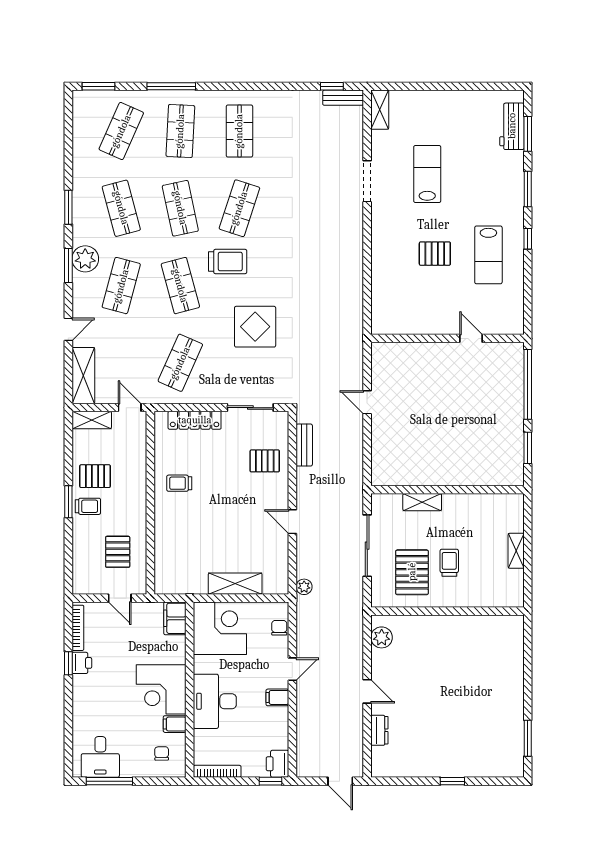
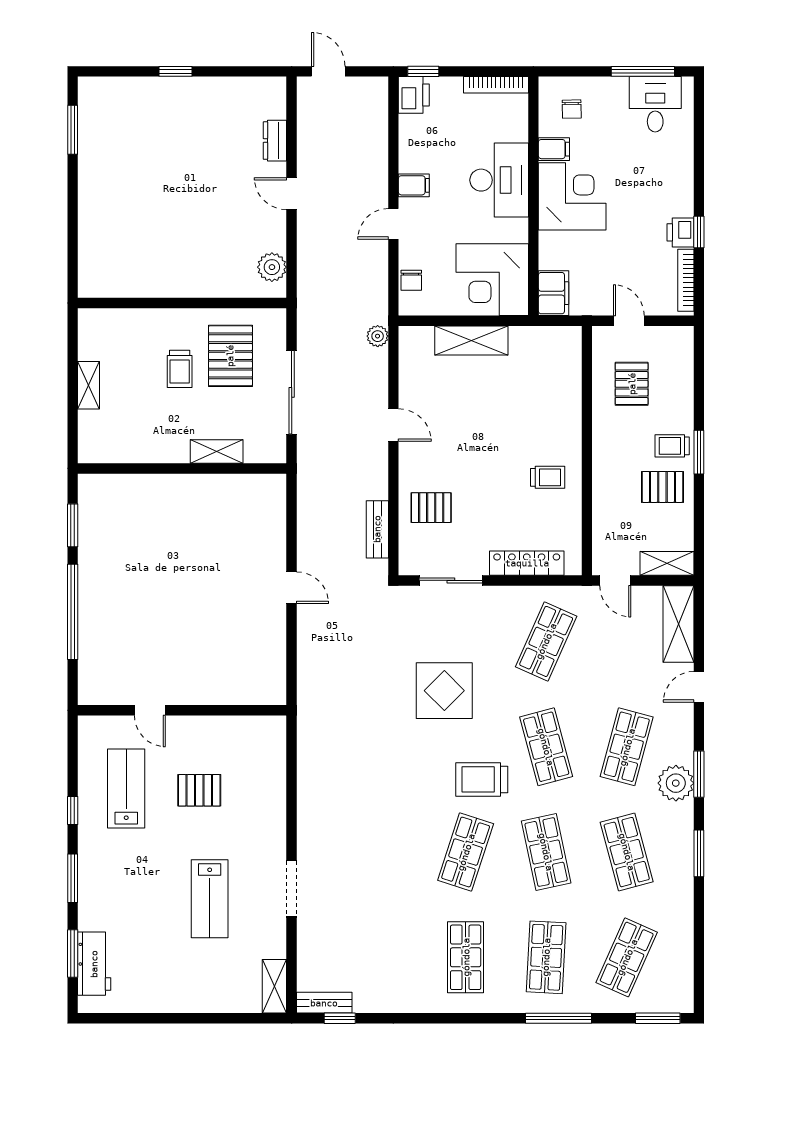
wall: (447, 338) -> (182, 710), moved
door: (471, 338) -> (150, 710), moved

